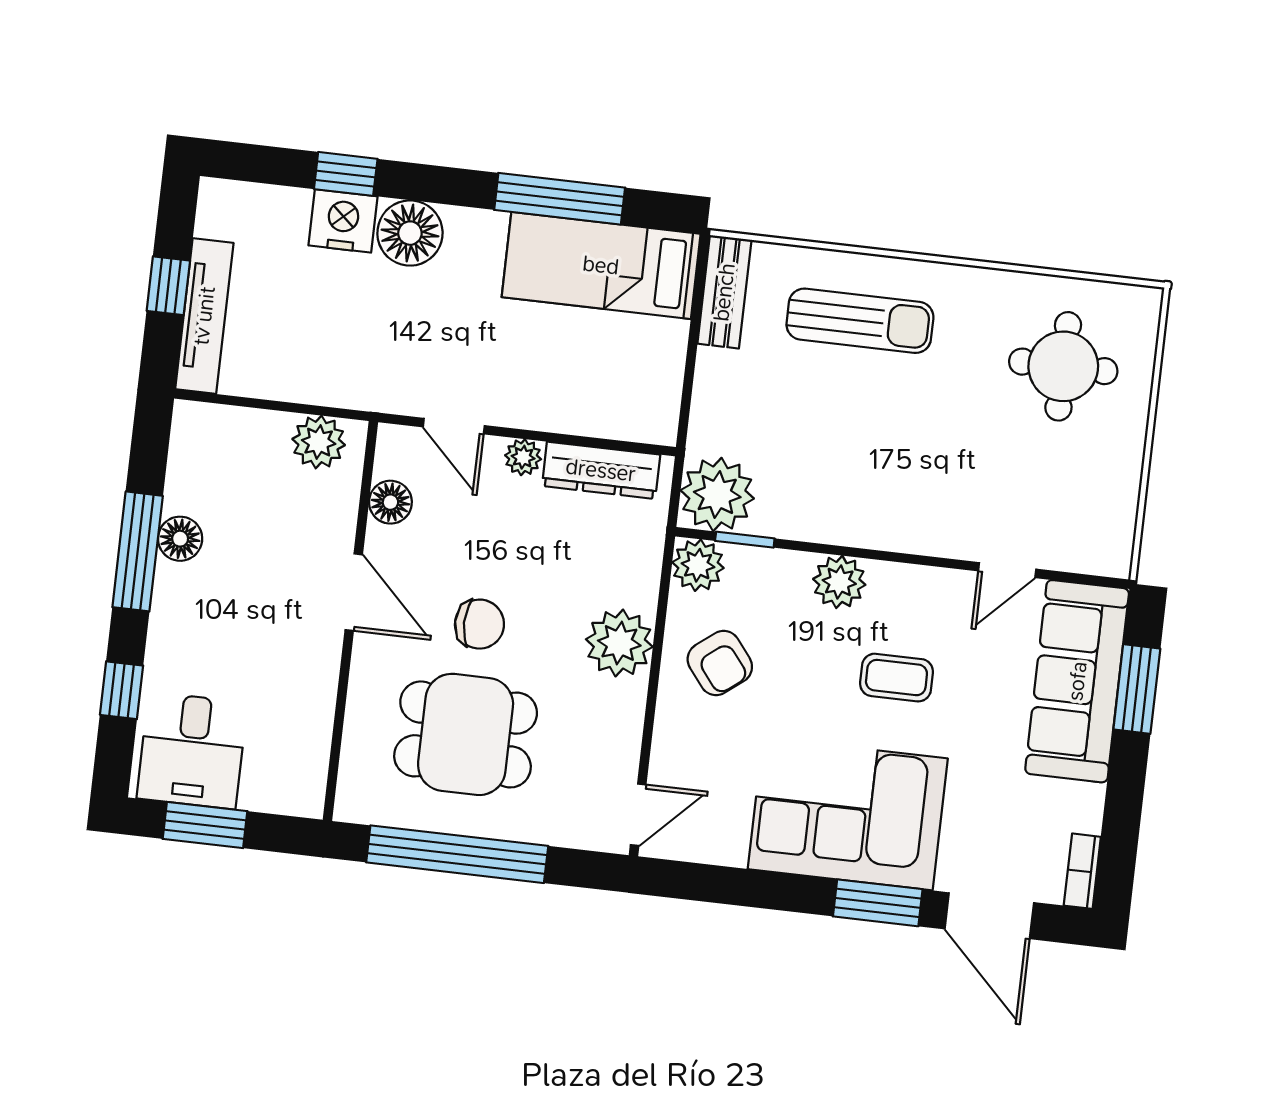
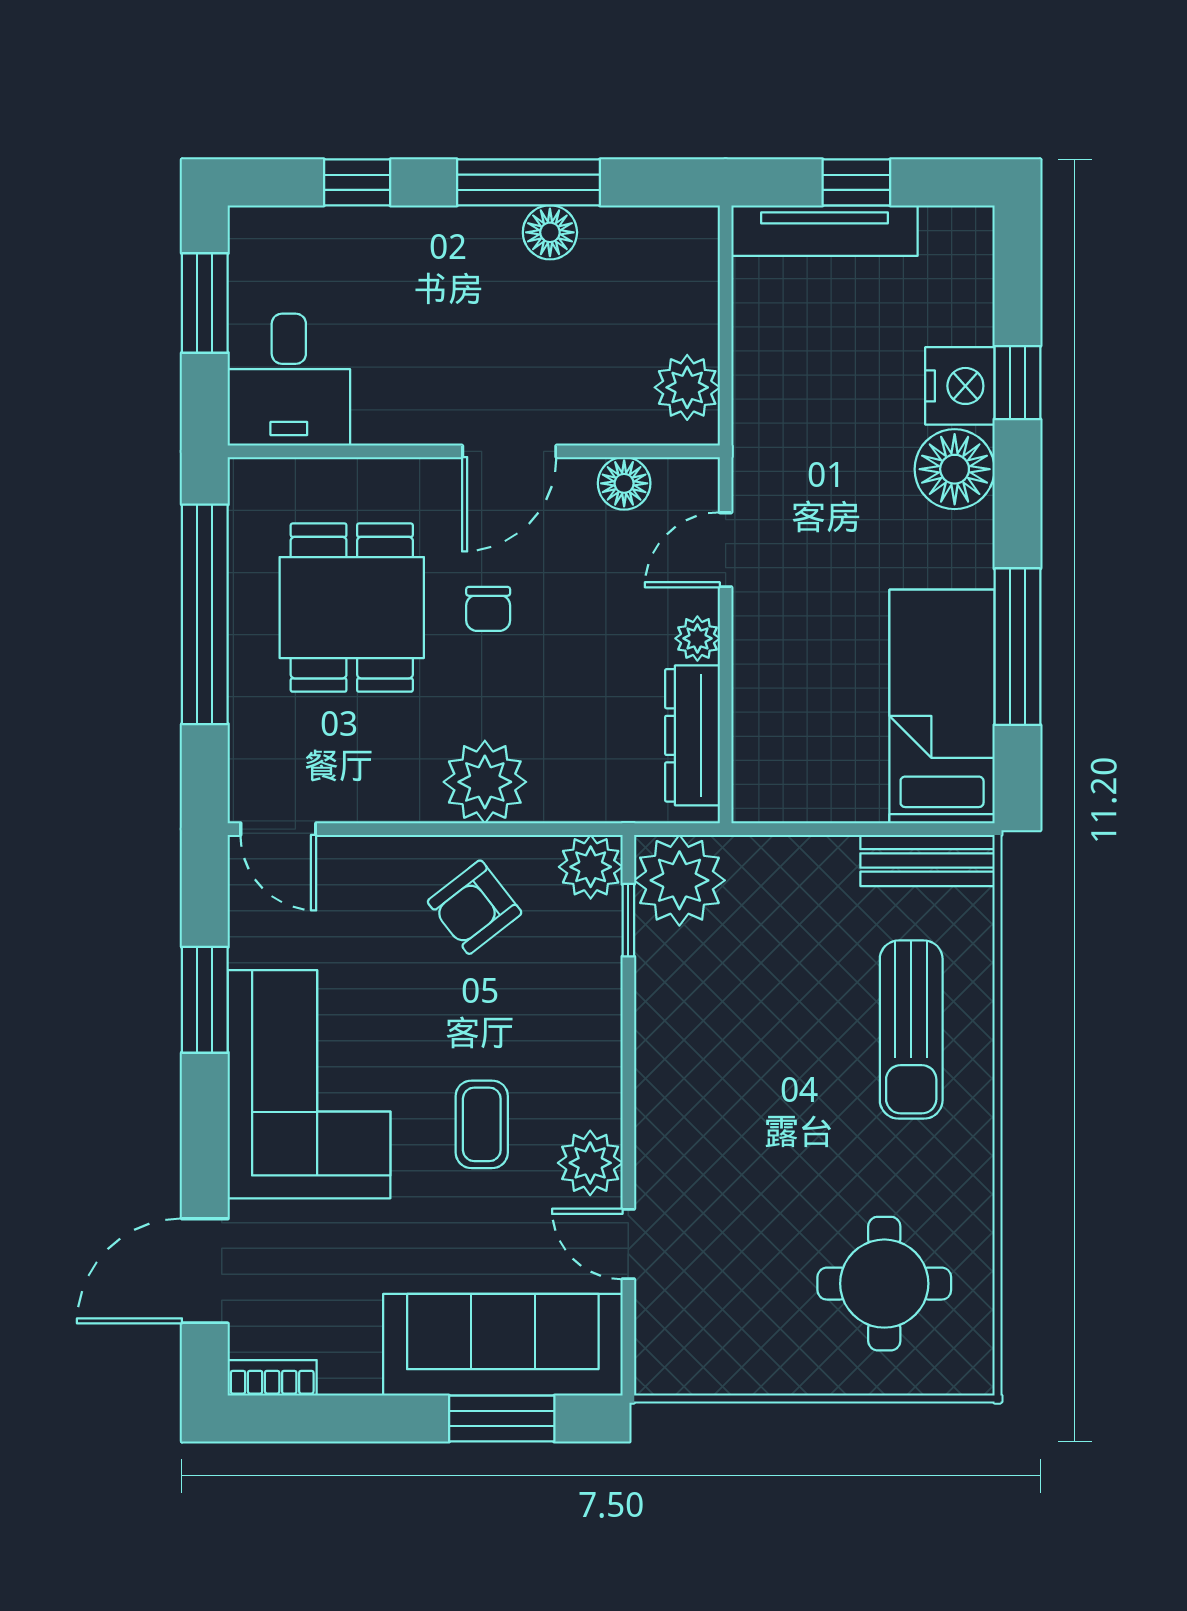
plant: (839, 582) -> (590, 1163), moved
chair: (479, 624) -> (488, 609), width x0.73, depth x0.73
desk: (192, 751) -> (289, 380), moved, turned -90
window: (878, 903) -> (205, 1000), moved

